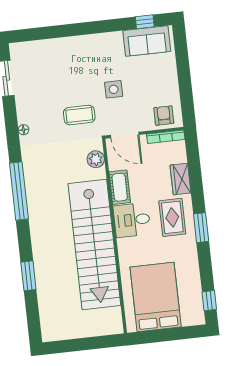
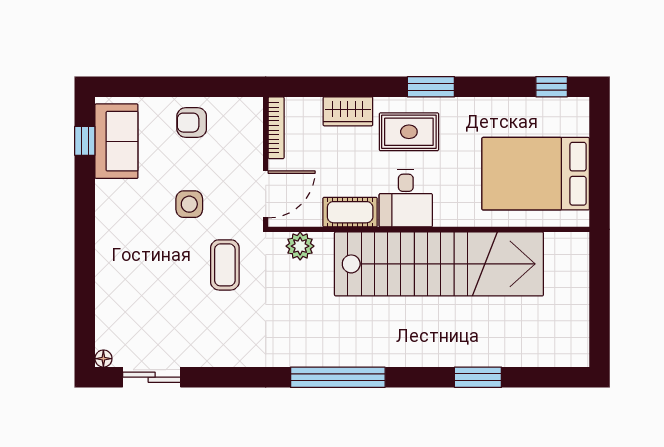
armchair: (164, 116) -> (192, 123), moved
floor lamp: (24, 130) -> (103, 359), moved

